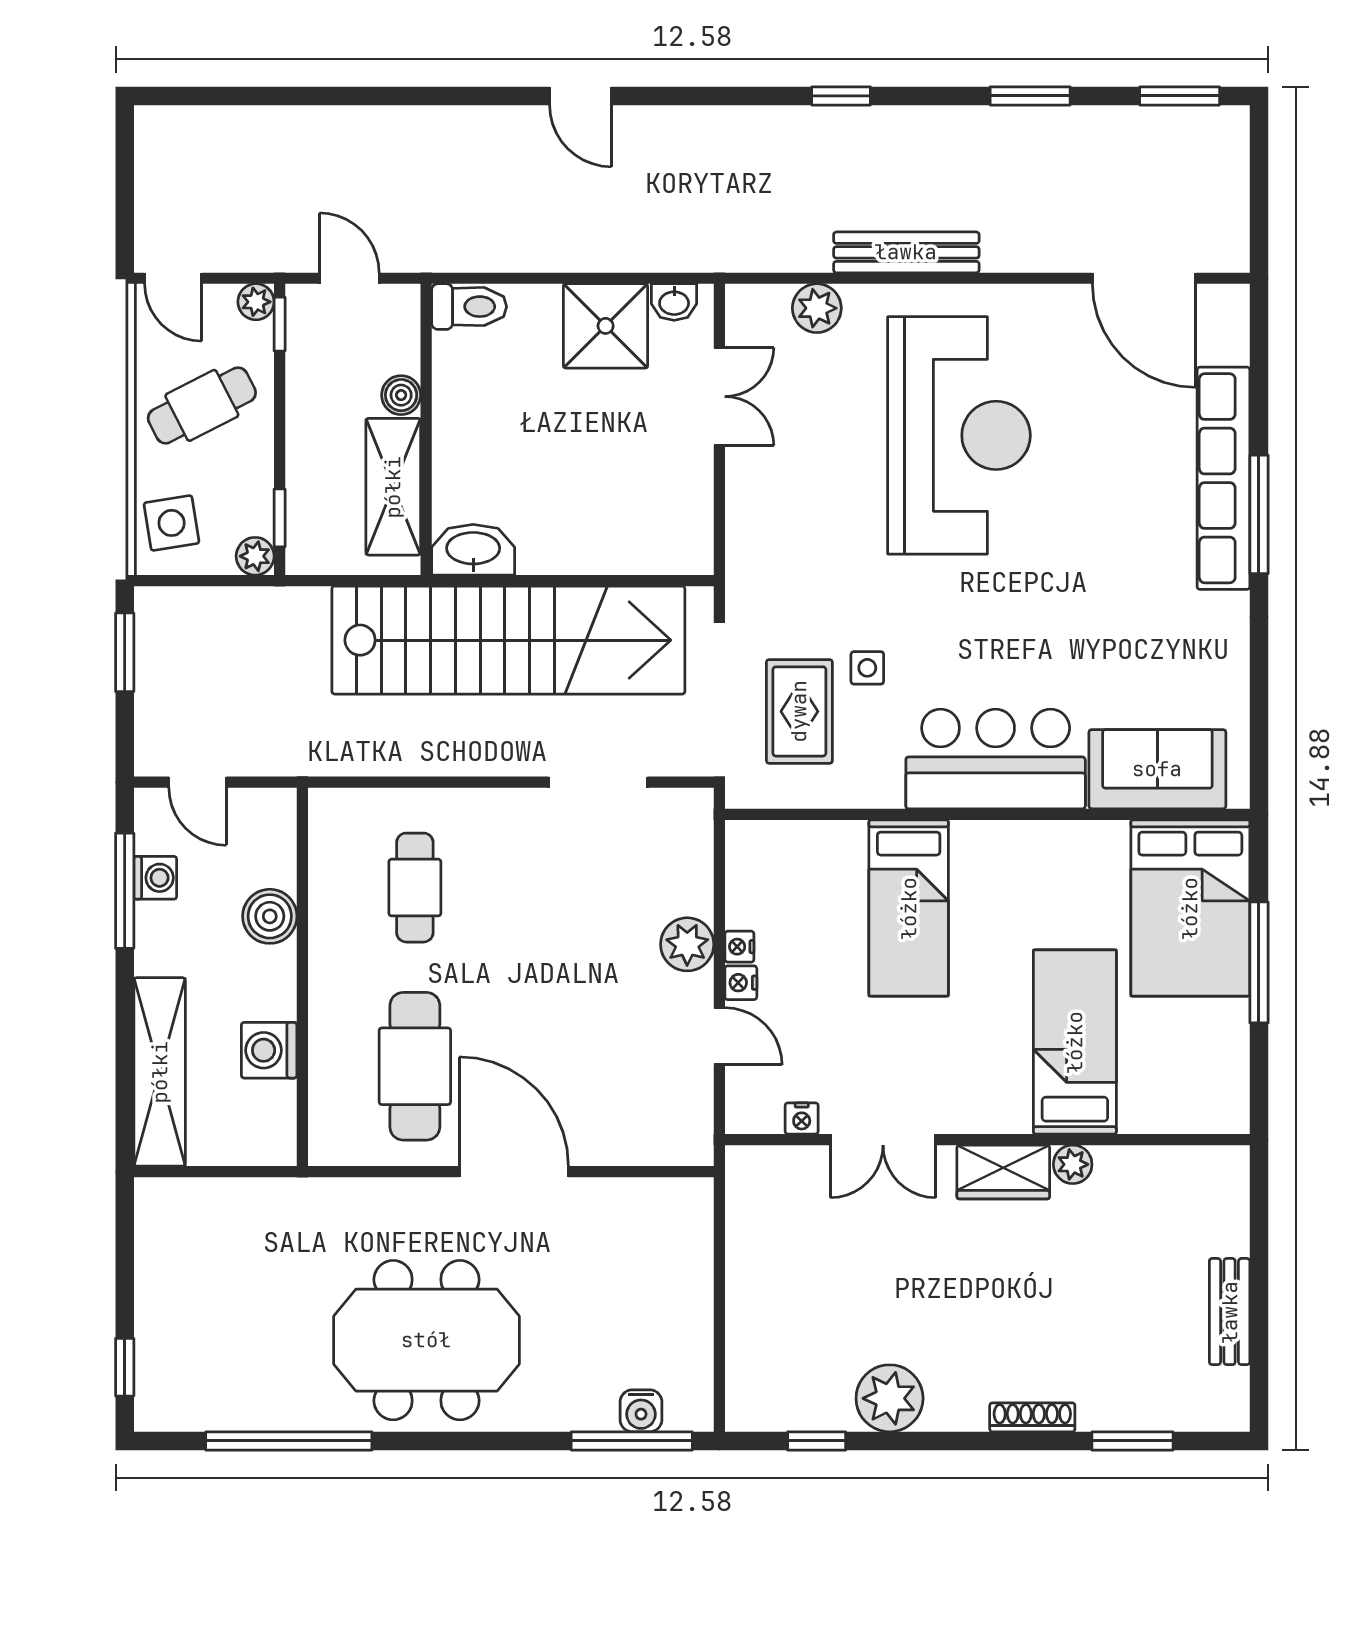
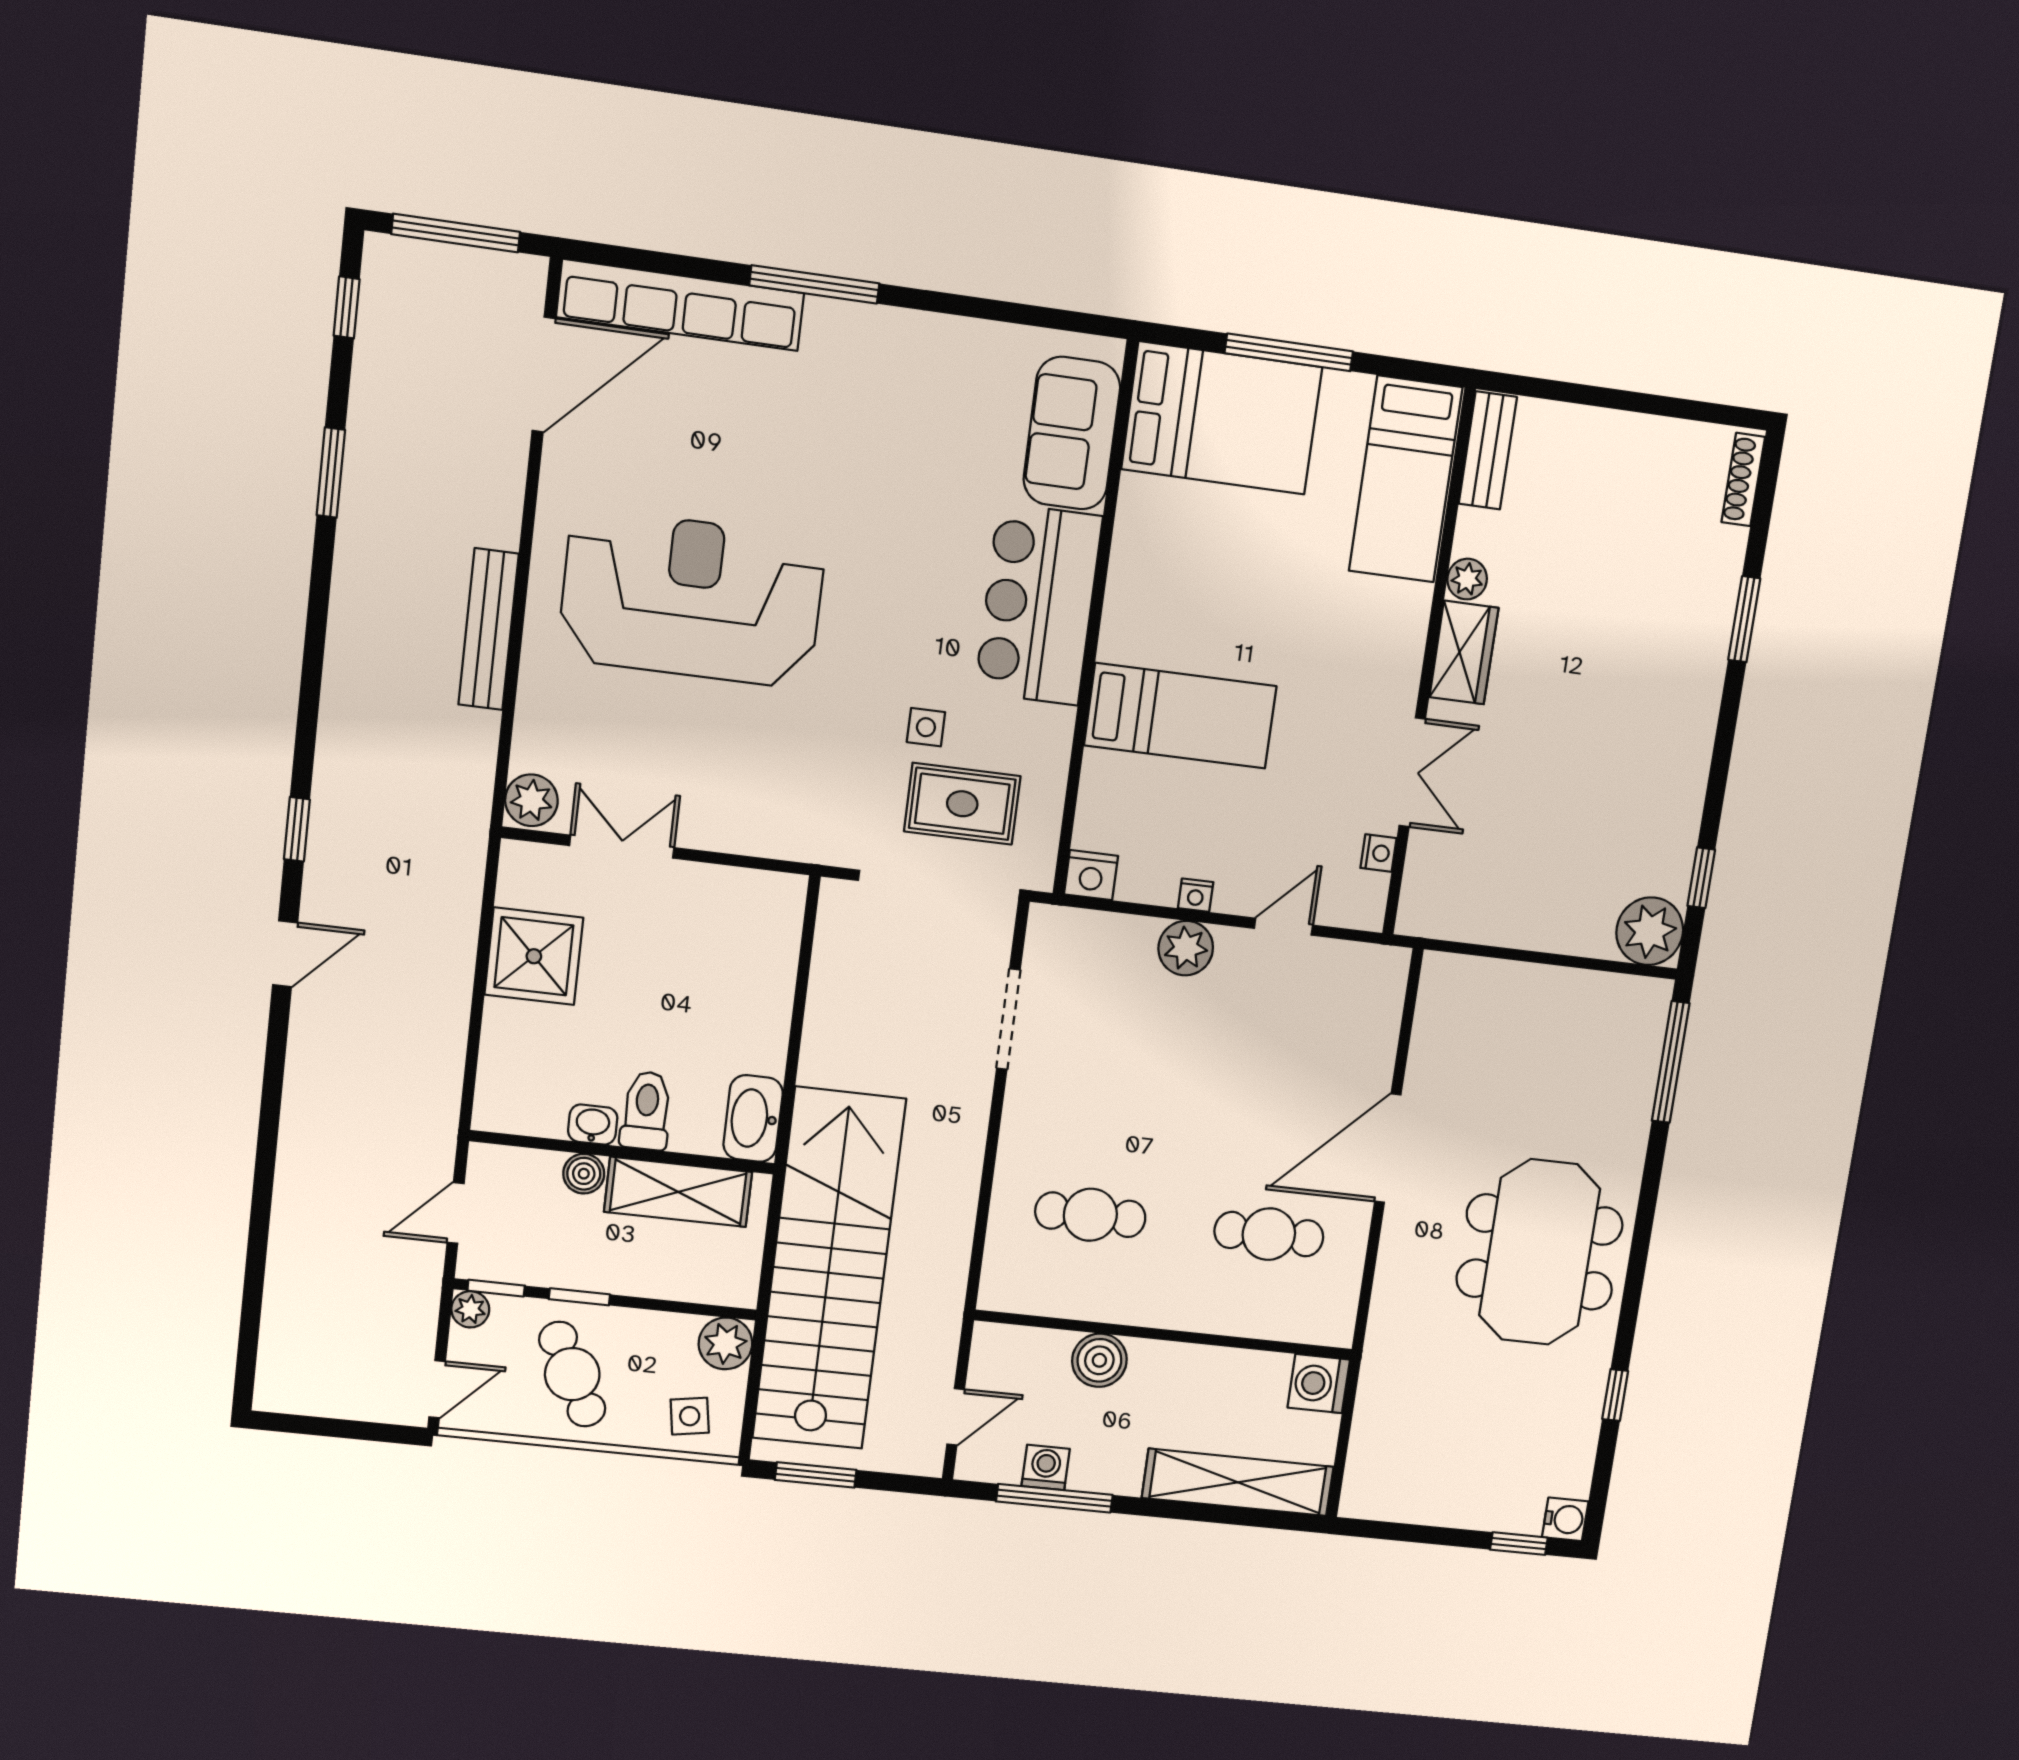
window: (841, 96) -> (297, 829), moved
window: (1180, 96) -> (347, 307), width x0.67
window: (1259, 186) -> (456, 233), added
washbasin: (674, 302) -> (593, 1125), moved, turned -90
toilet: (469, 307) -> (646, 1111), moved
plant: (817, 308) -> (531, 800), moved
row of seats: (1223, 478) -> (680, 305), moved
window: (280, 518) -> (579, 1297), moved
side table: (172, 523) -> (690, 1416), width x0.73, depth x0.73
plant: (255, 556) -> (725, 1343), width x1.38, depth x1.38
stairs: (508, 640) -> (829, 1269), moved
nightstand: (741, 983) -> (1091, 875), moved, width x1.39, depth x1.35
bed: (1075, 1042) -> (1406, 479), moved, turned -90
washing machine: (269, 1050) -> (1319, 1384), moved, turned 90
cafe table: (415, 1066) -> (1269, 1234), width x0.73, depth x0.74
bench: (1230, 1312) -> (1488, 450), moved, turned 90
plant: (890, 1398) -> (1650, 931), moved
water cooler: (641, 1411) -> (1565, 1519), moved
shoe rack: (1032, 1417) -> (1743, 480), moved
window: (289, 1441) -> (1615, 1395), width x0.32
window: (1132, 1441) -> (1744, 619), moved

